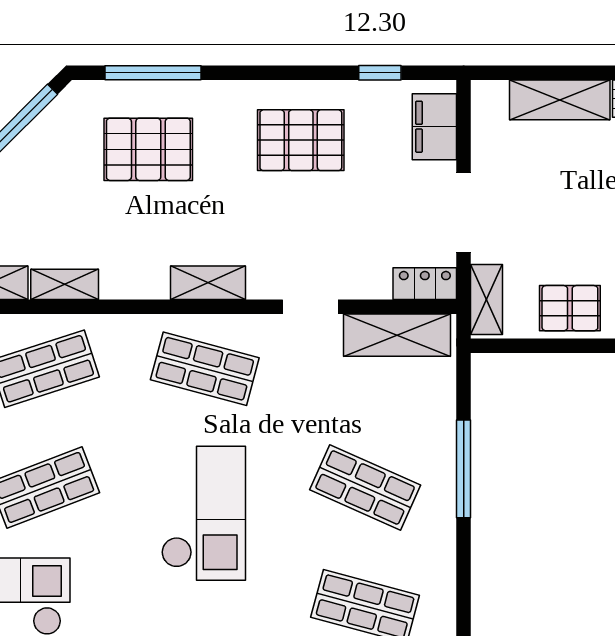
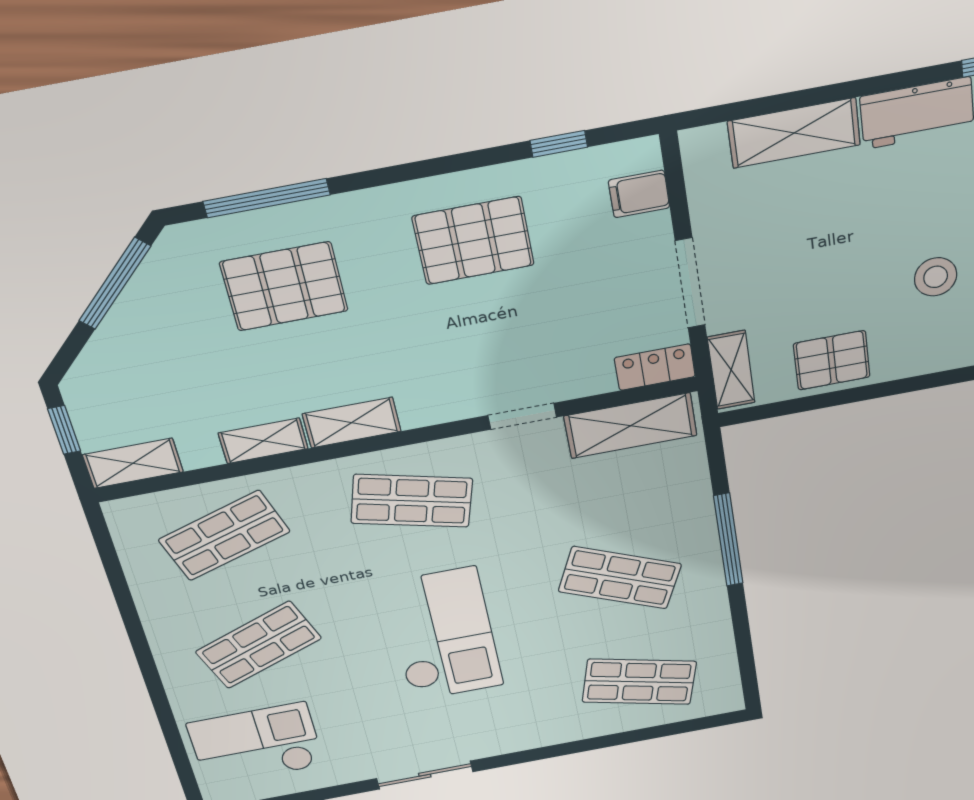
filing cabinet: (434, 127) -> (639, 194), width x0.50
shelving: (208, 283) -> (352, 423), moved
shelving: (65, 284) -> (263, 441), moved

